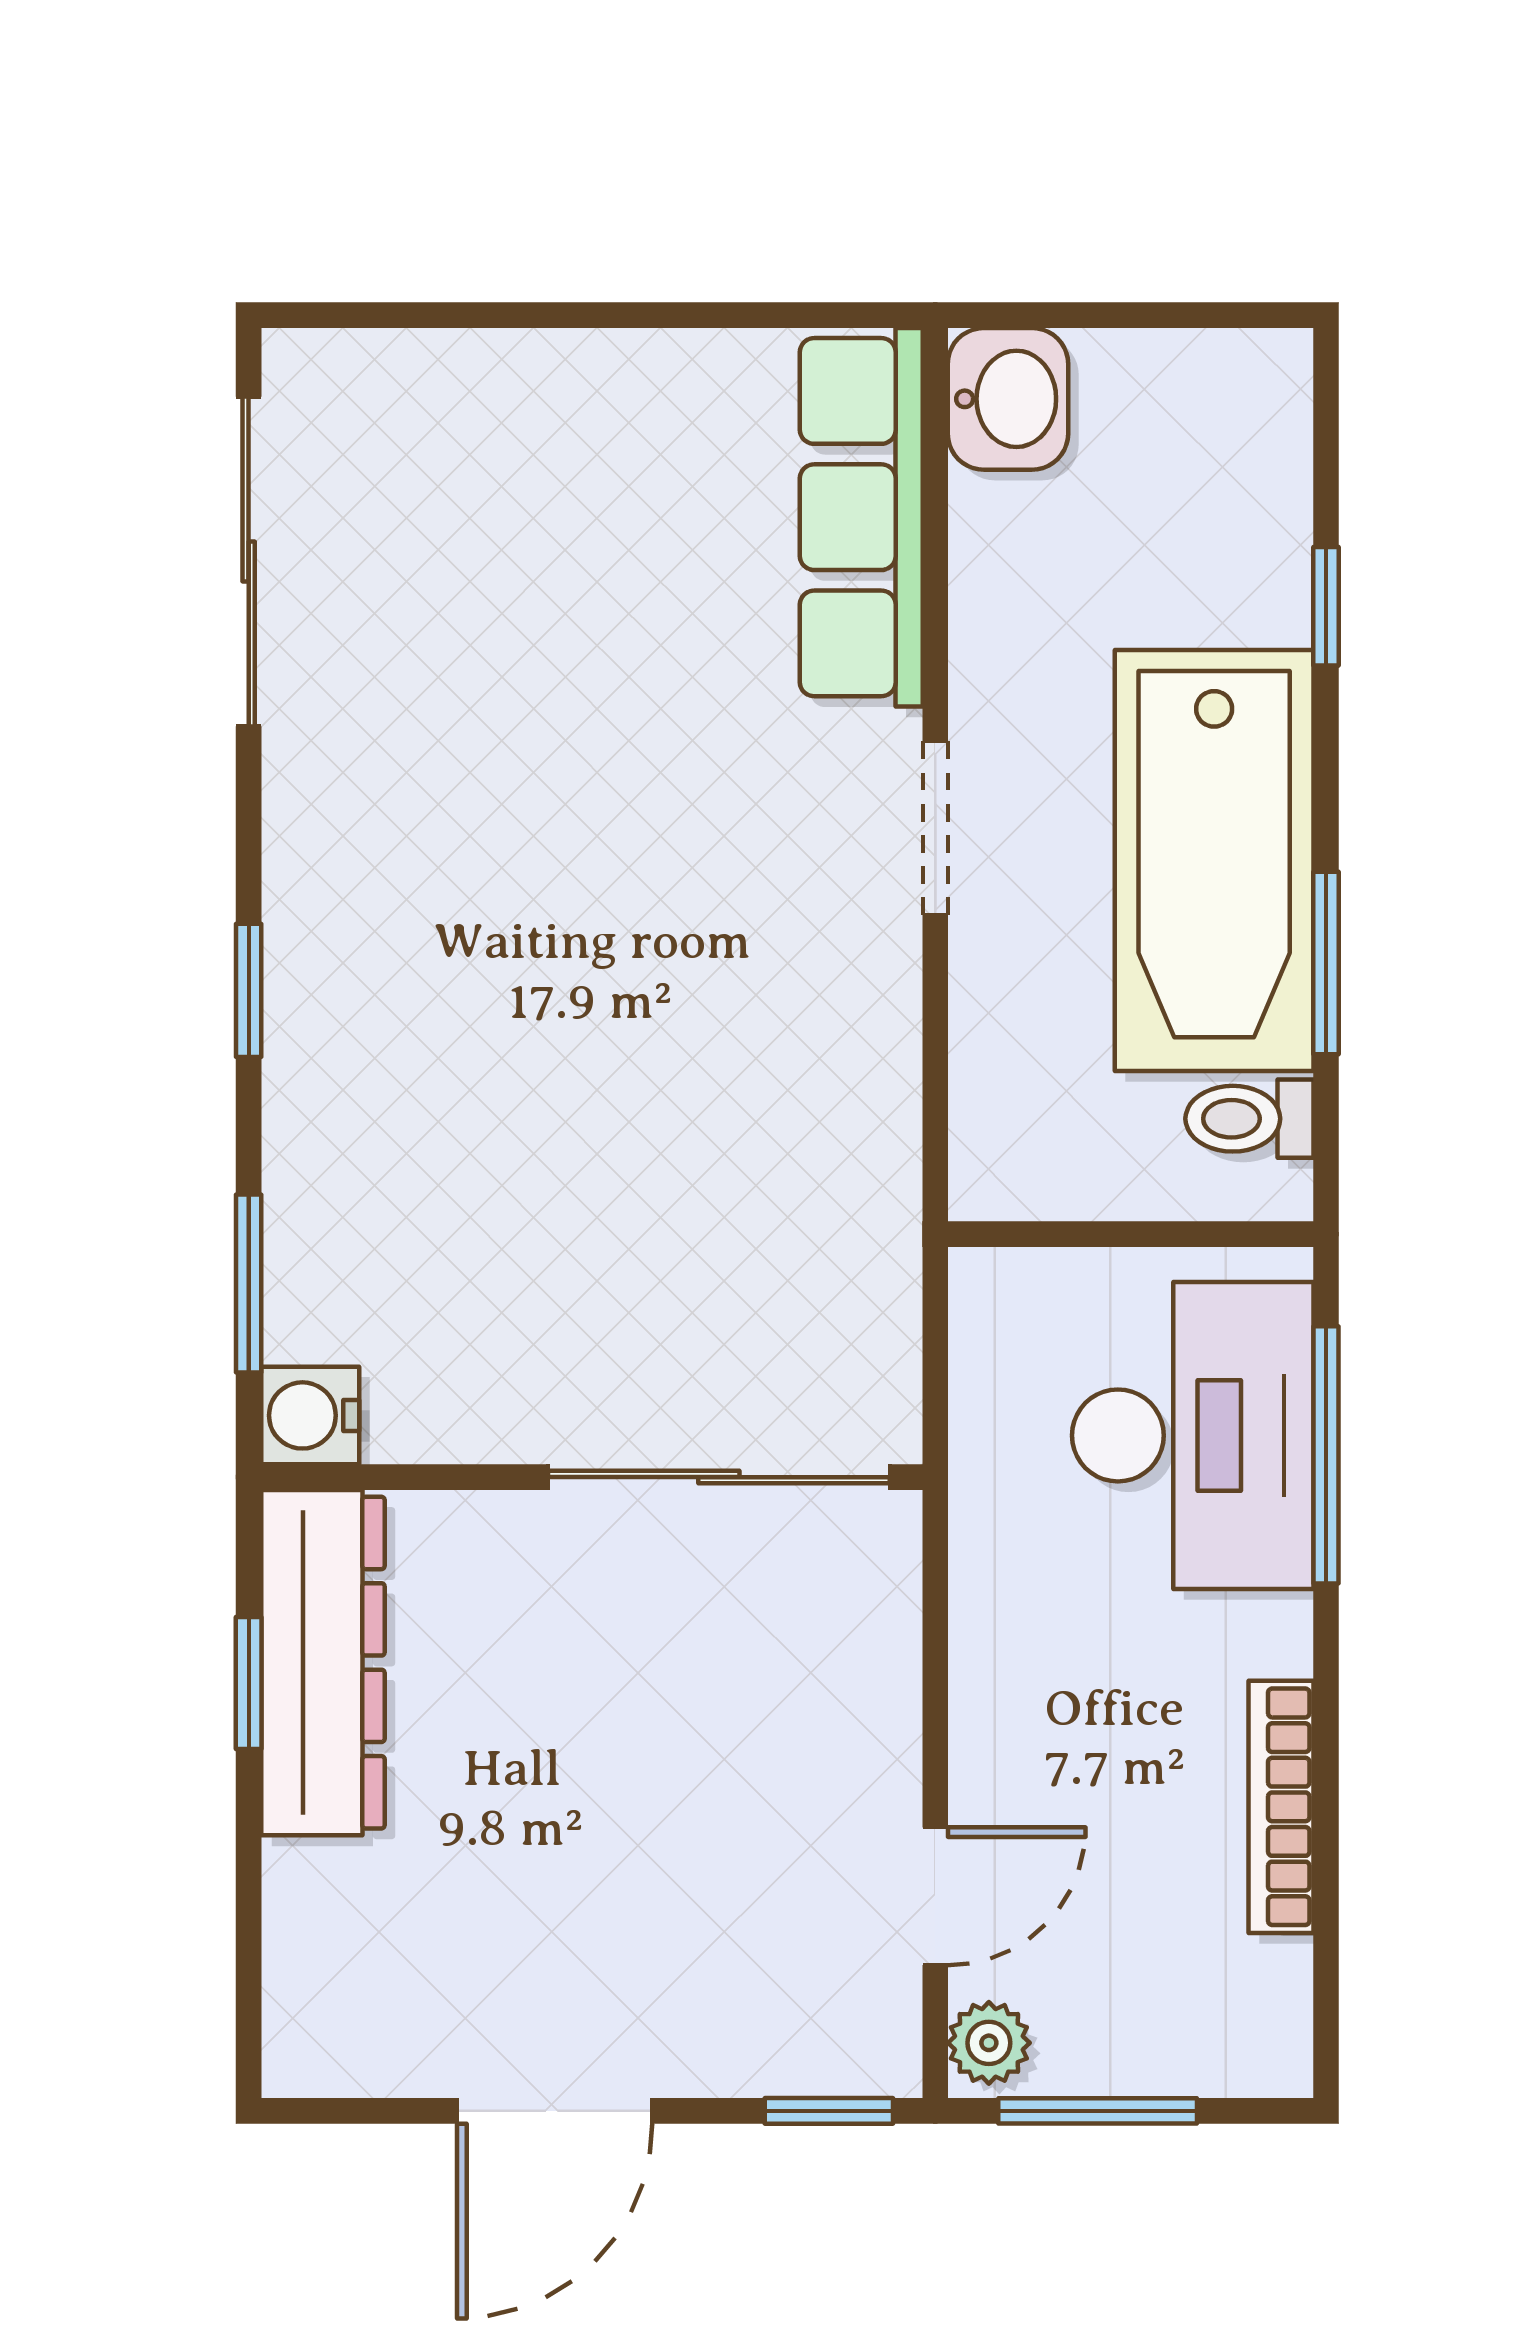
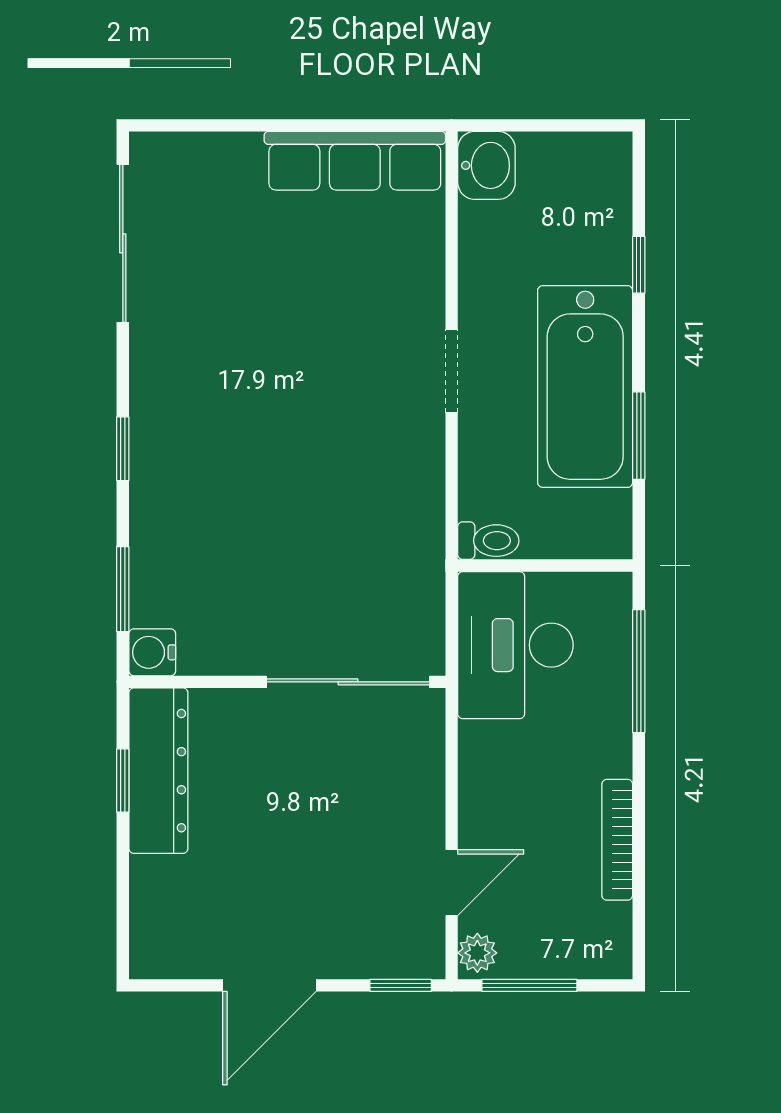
row of seats: (861, 517) -> (355, 161), moved, turned -90
toilet: (1249, 1119) -> (488, 541), moved, turned 180
desk: (1193, 1435) -> (515, 645), moved, turned 180

